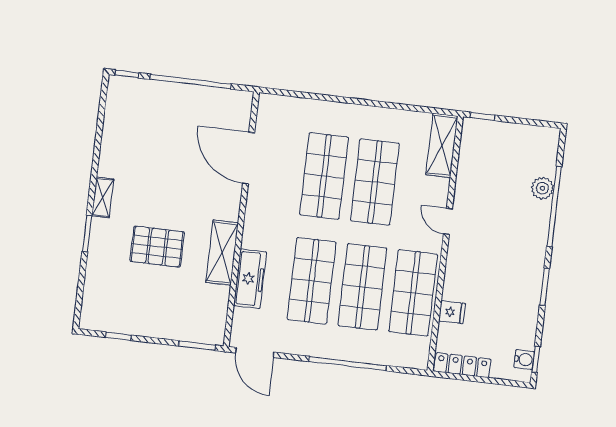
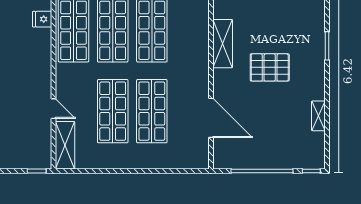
shelving: (103, 197) -> (318, 116), moved
door: (448, 221) -> (54, 109), moved
pallet: (157, 247) -> (270, 67), moved
freezer: (250, 279) -> (199, 26), removed

